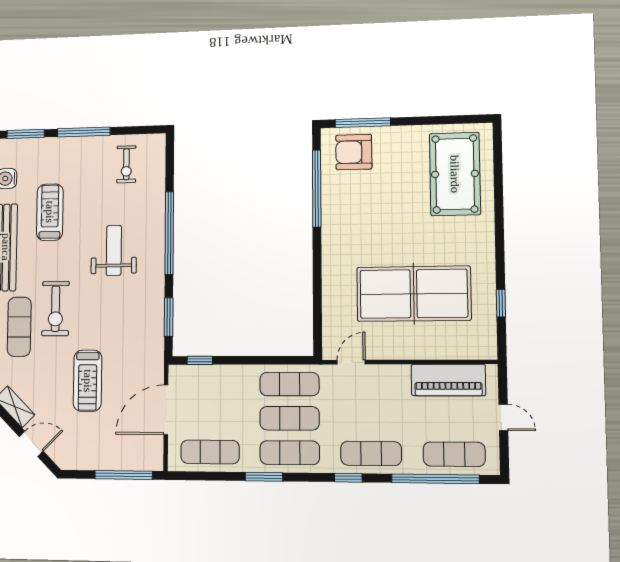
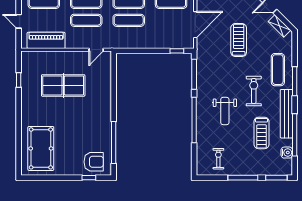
window: (363, 123) -> (89, 178), width x0.46
table tennis table: (414, 294) -> (63, 85), width x0.73, depth x0.76
exercise bike: (56, 309) -> (254, 91), moved
window: (169, 317) -> (194, 74), width x1.44
exercise mat: (289, 384) -> (86, 20), moved

